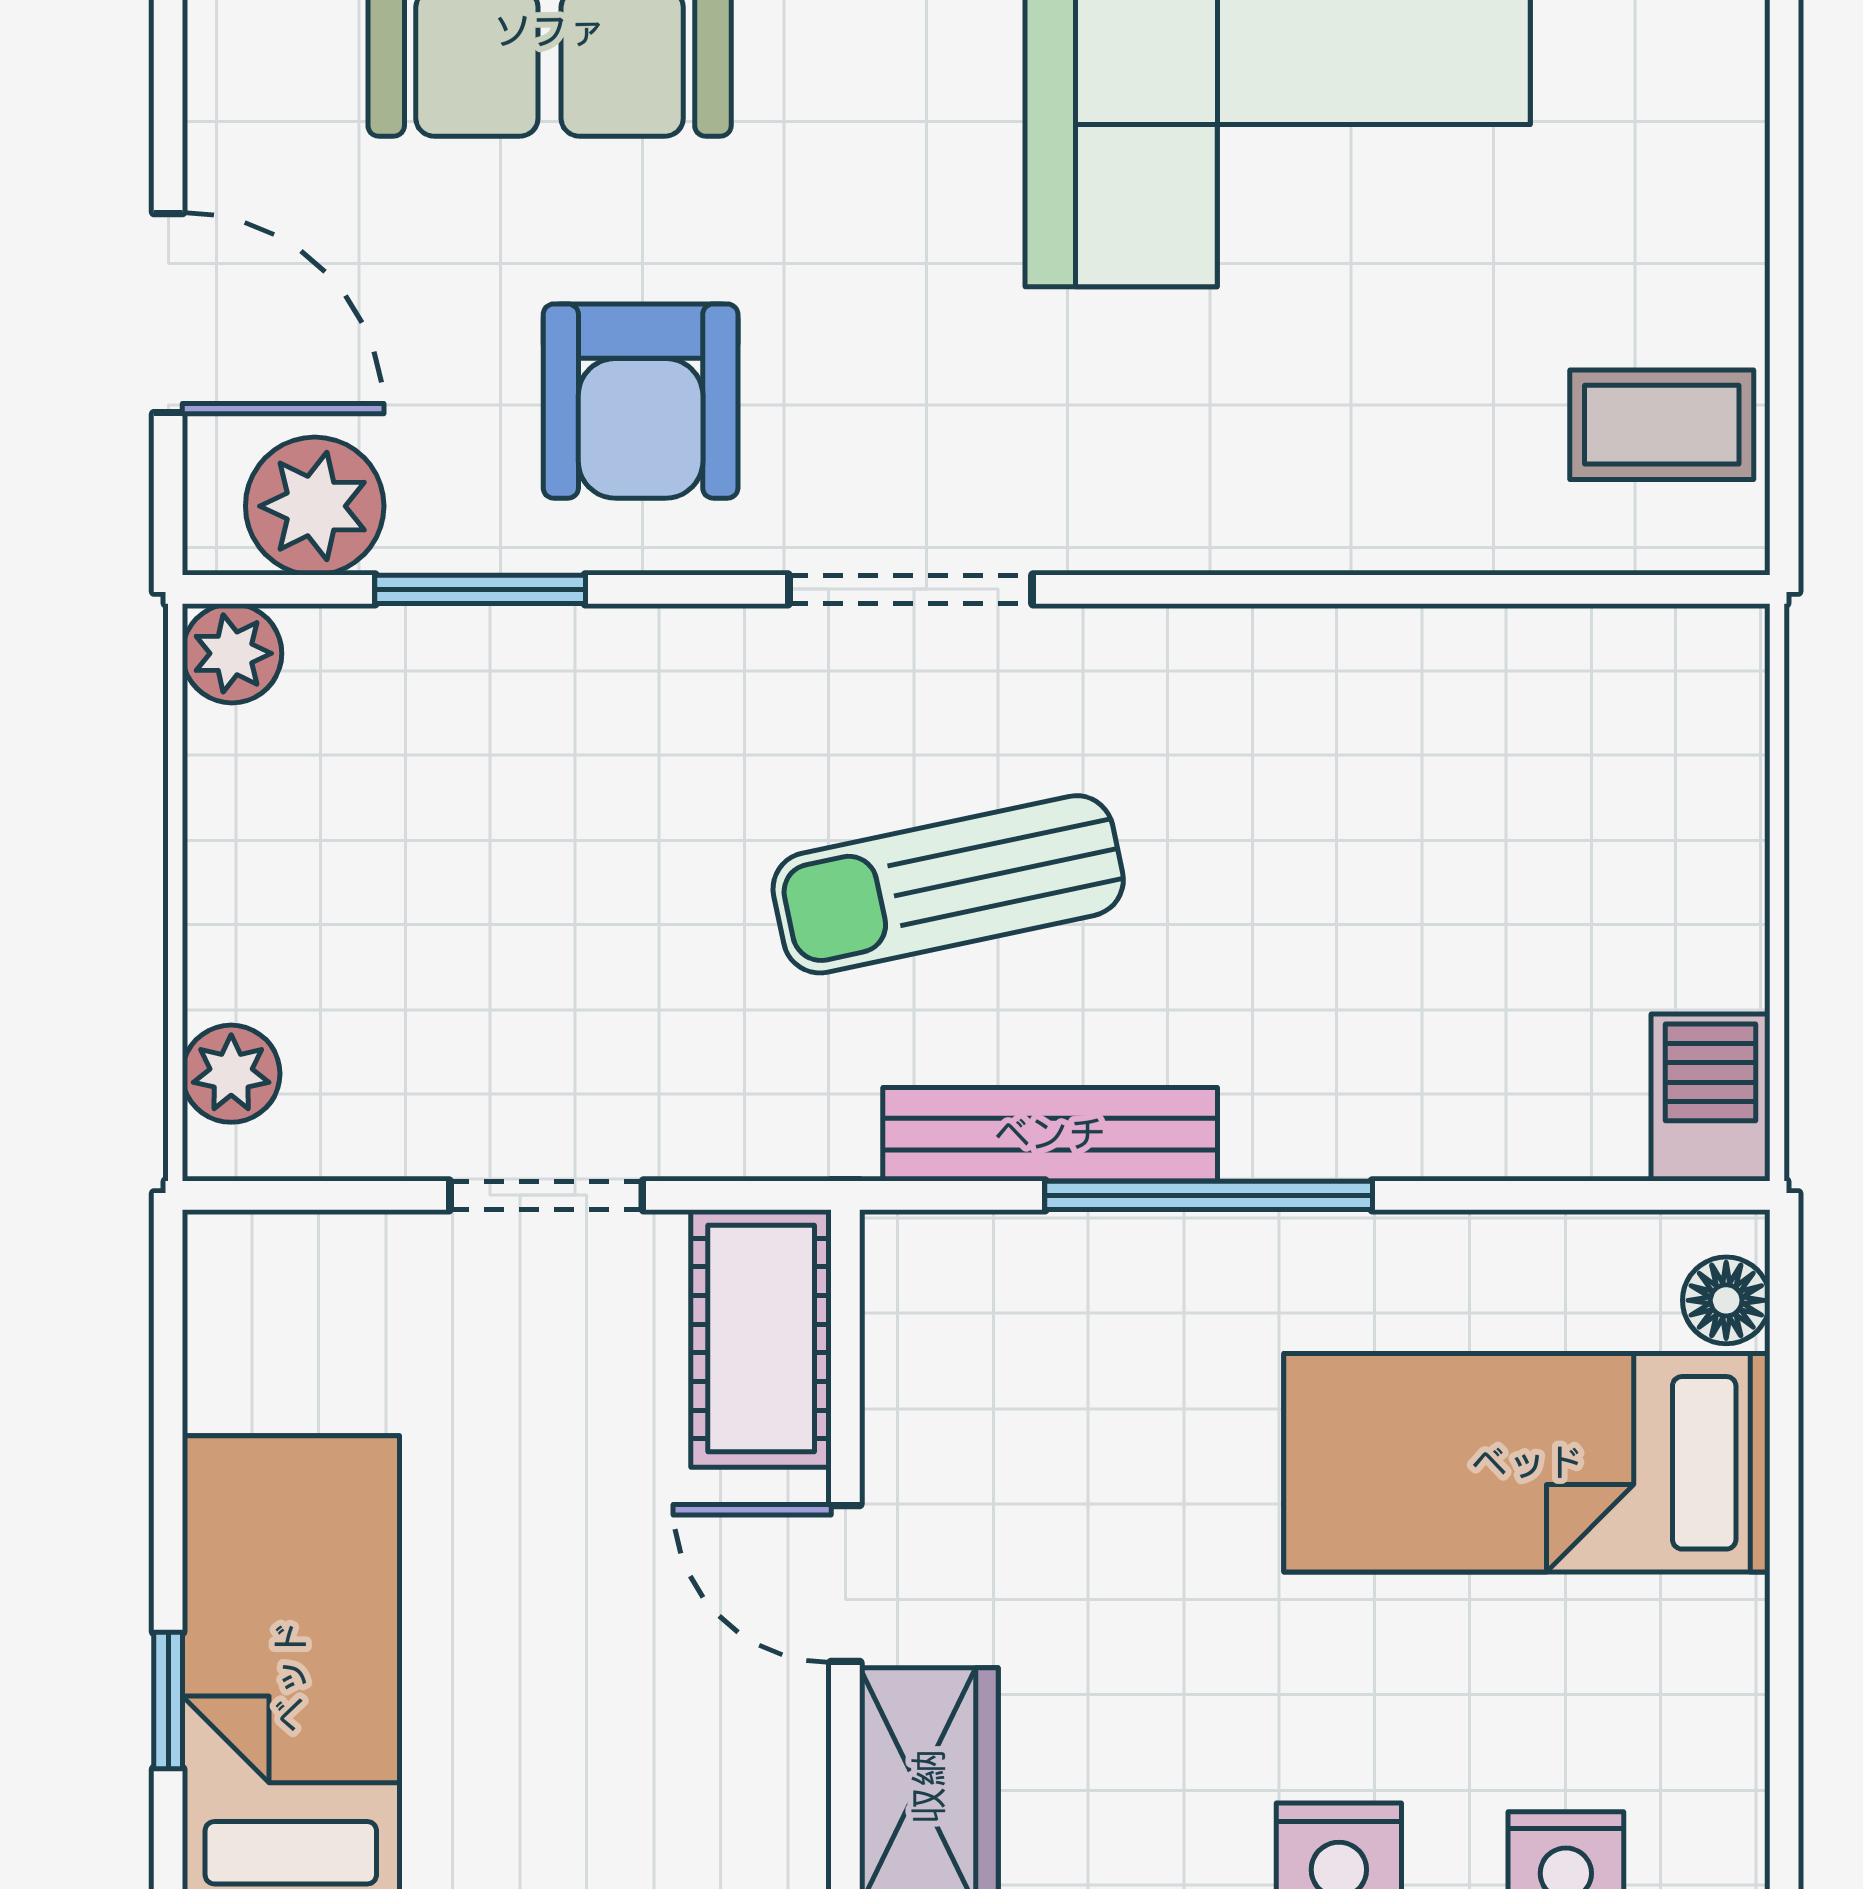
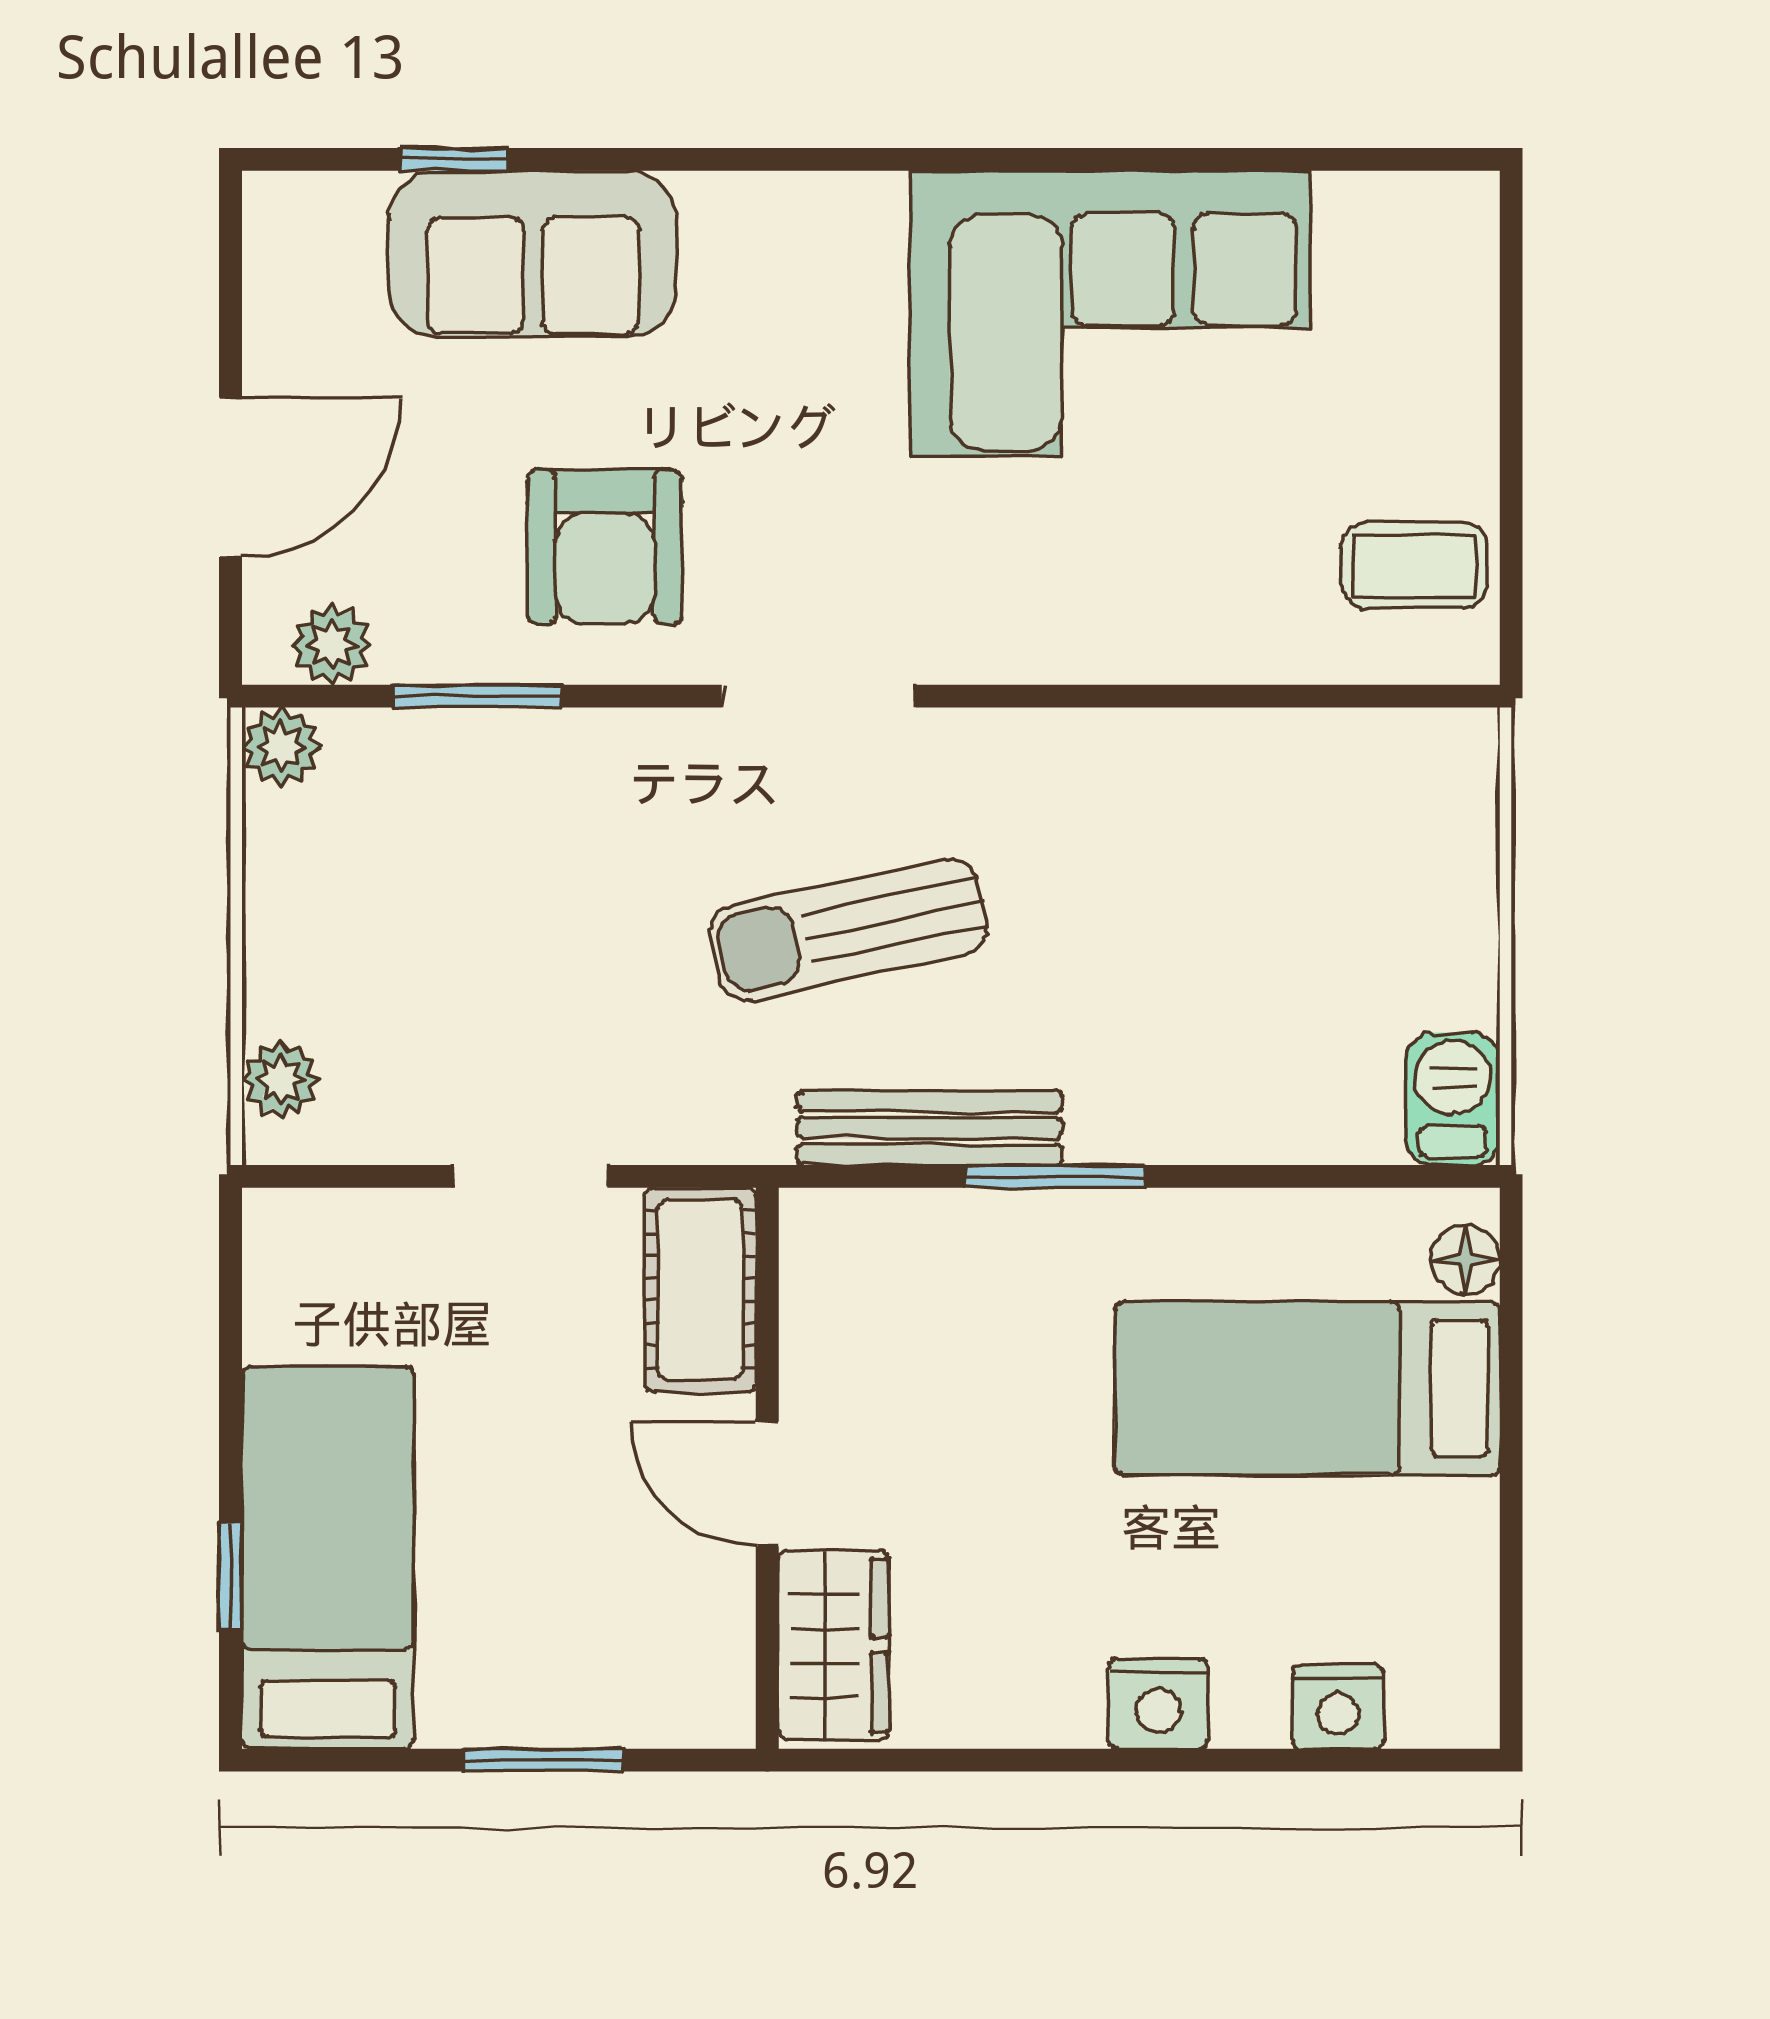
door: (168, 313) -> (231, 477), hinge flipped
plant: (315, 506) -> (332, 645), width x0.73, depth x0.73
window: (1209, 1195) -> (1055, 1176), width x0.69

